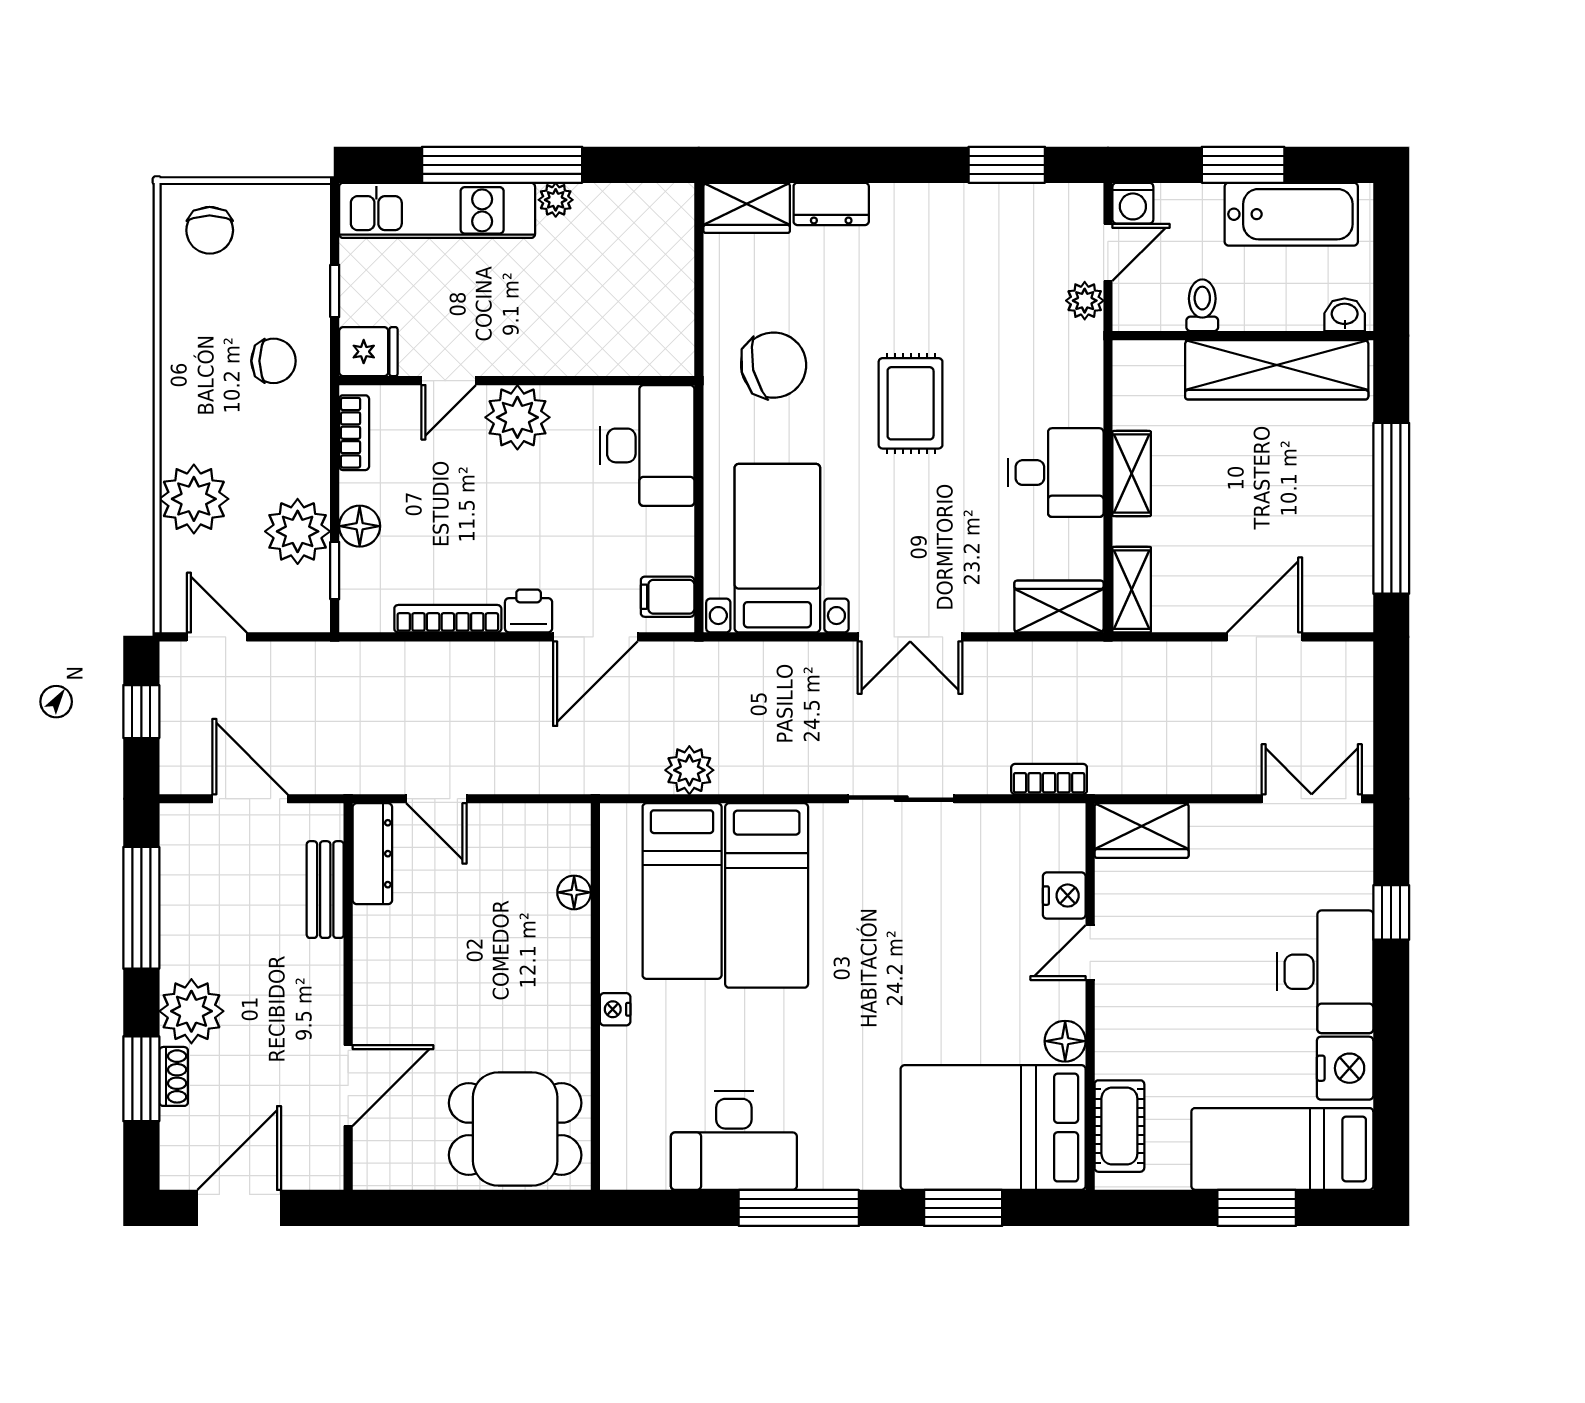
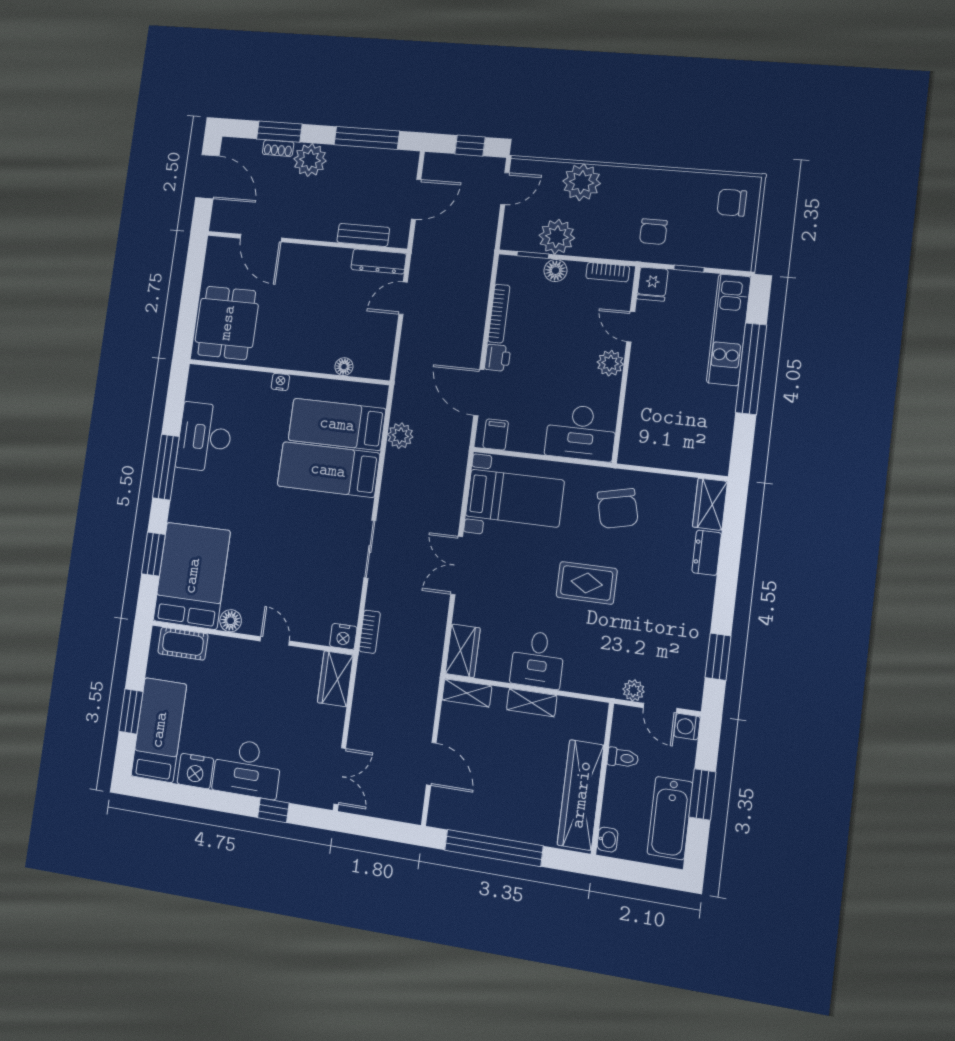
plant: (556, 200) -> (727, 397), removed
plant: (517, 417) -> (610, 363), width x0.73, depth x0.73
nightstand: (1064, 896) -> (343, 636), moved

